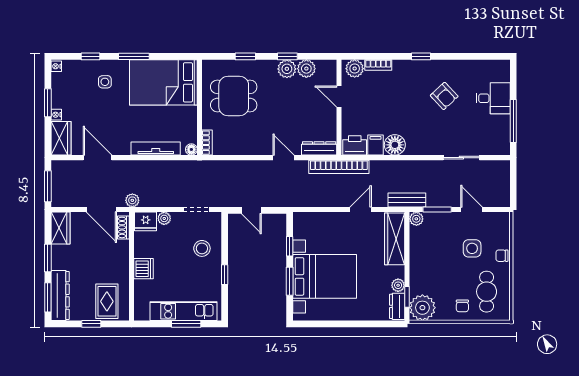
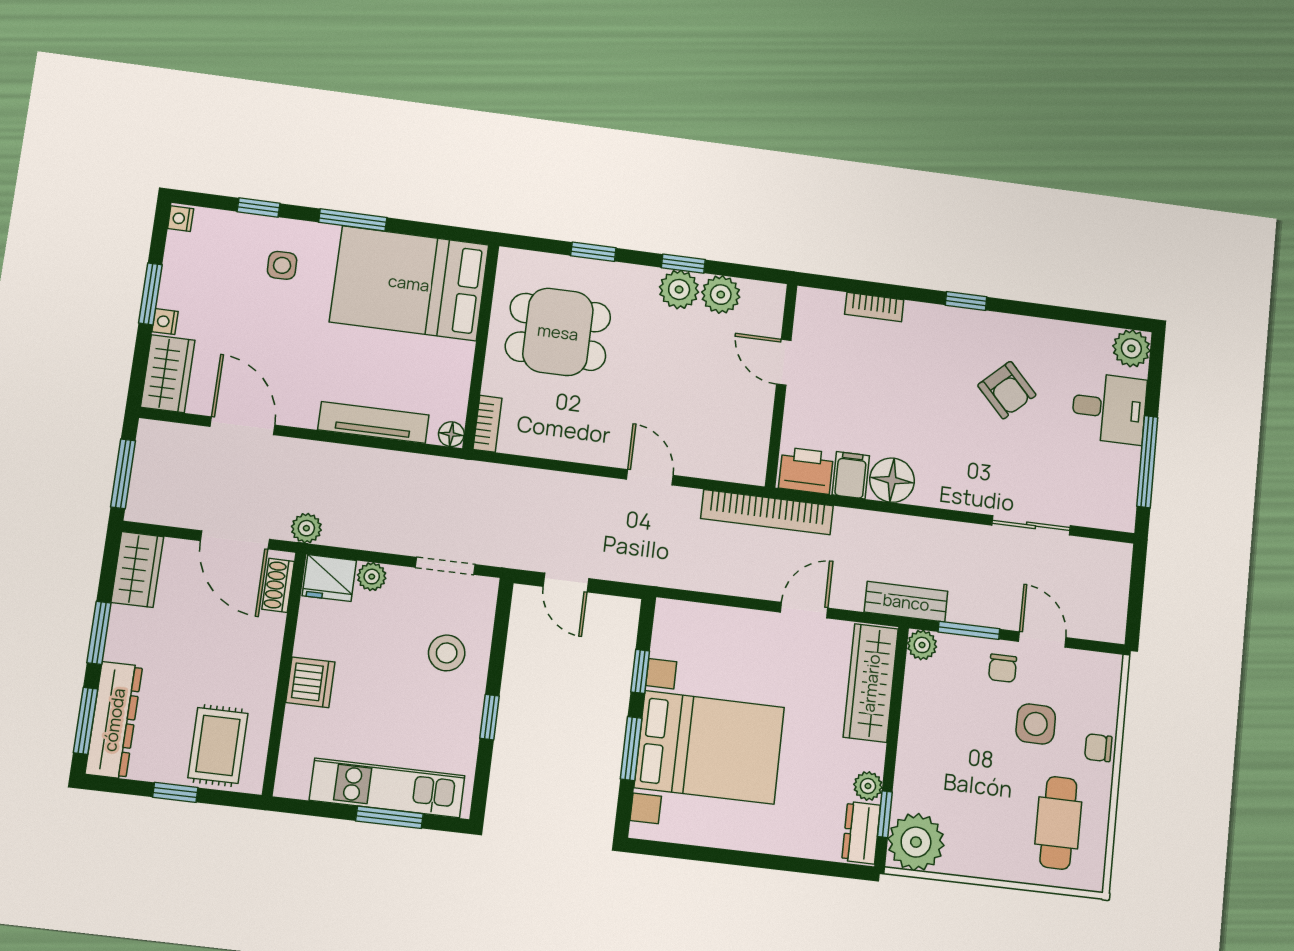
plant: (355, 69) -> (1131, 348), moved
dresser: (319, 148) -> (729, 467), removed
chair: (462, 306) -> (1003, 668), moved

